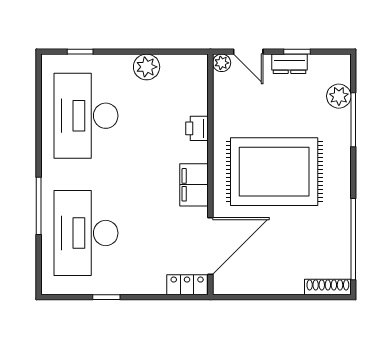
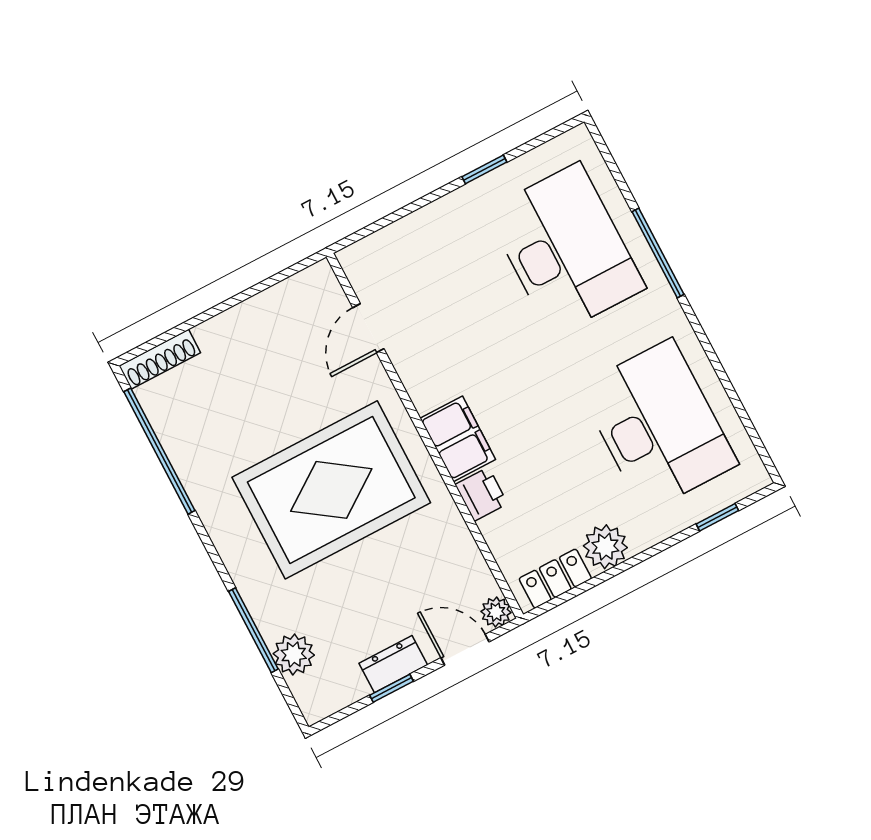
filing cabinet: (194, 185) -> (458, 439), moved
door: (210, 246) -> (368, 328), width x0.53
locker: (187, 285) -> (555, 579), moved, turned 180

